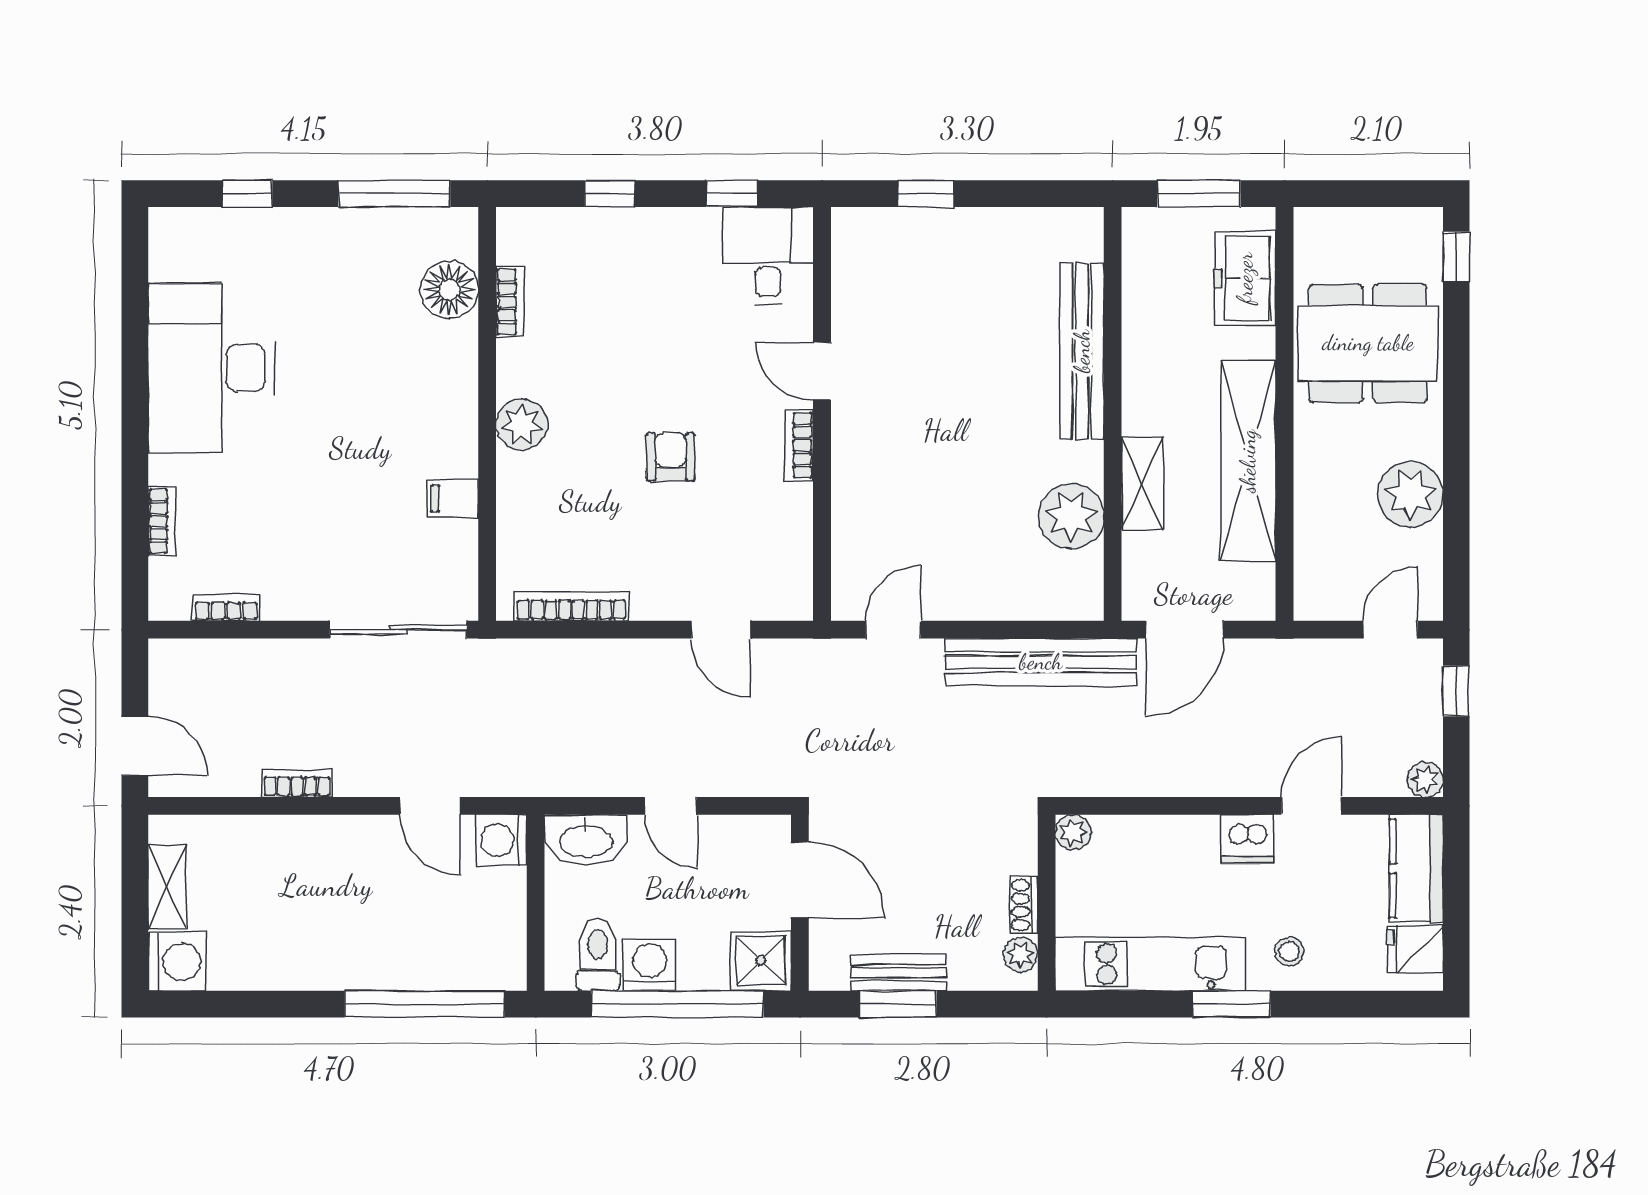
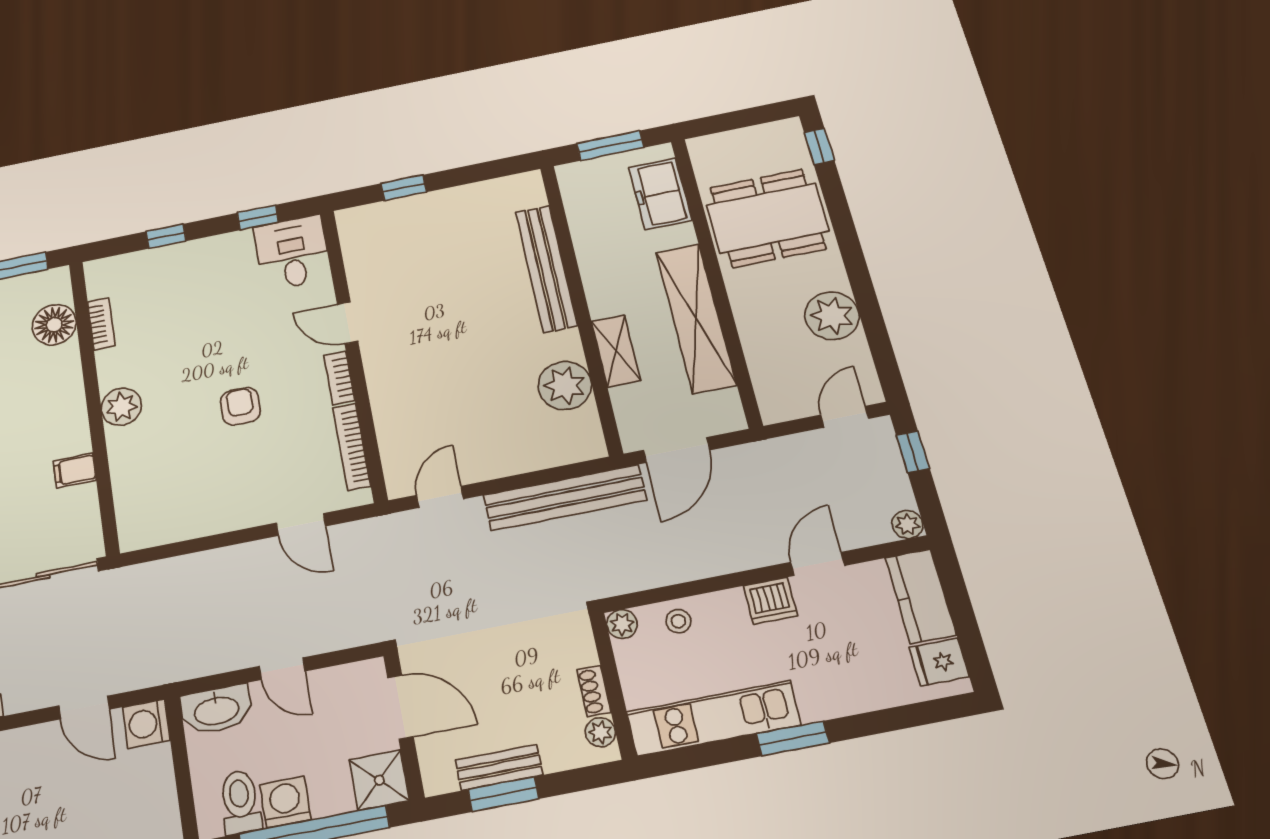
bookcase: (571, 606) -> (352, 447), moved, turned -90
stool: (1289, 951) -> (678, 621), moved

